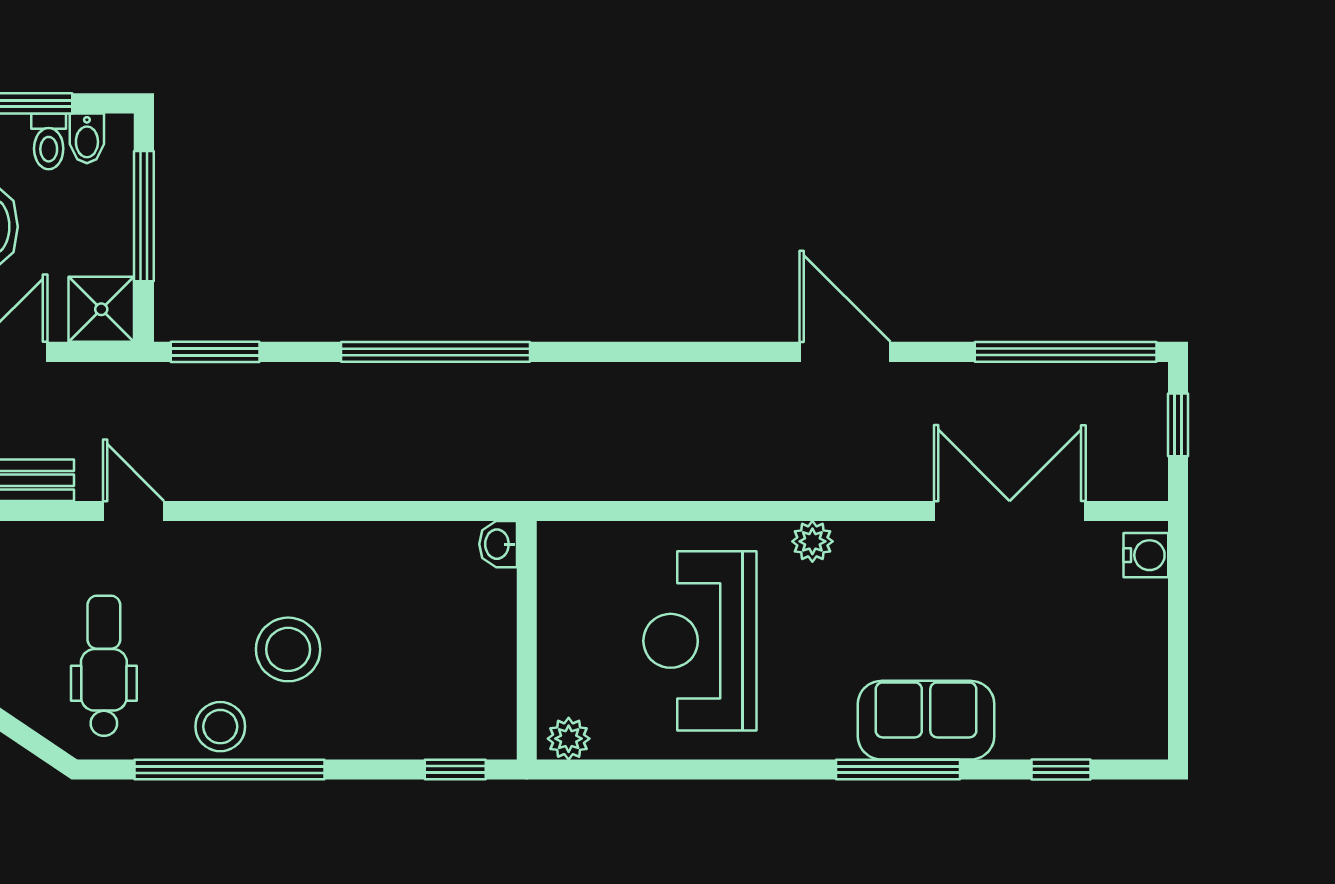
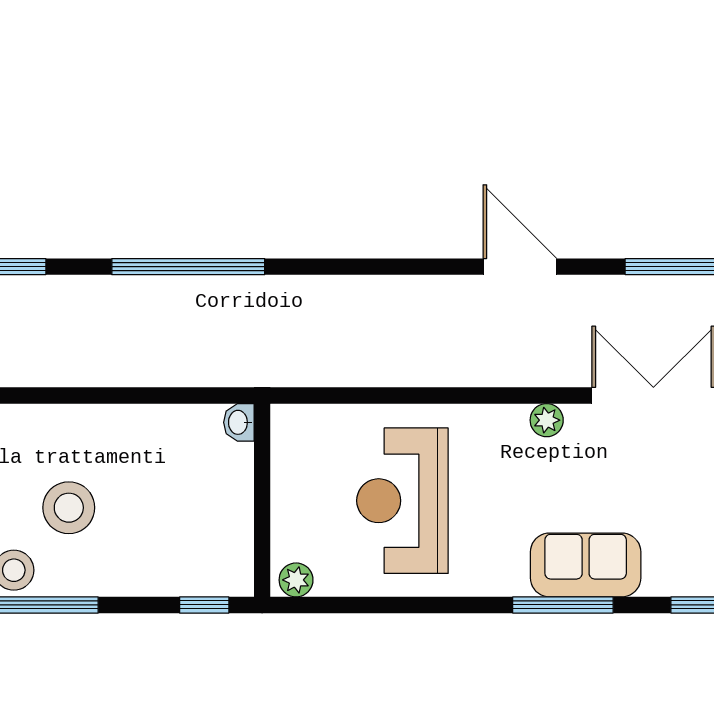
plant: (812, 541) -> (547, 420), moved

